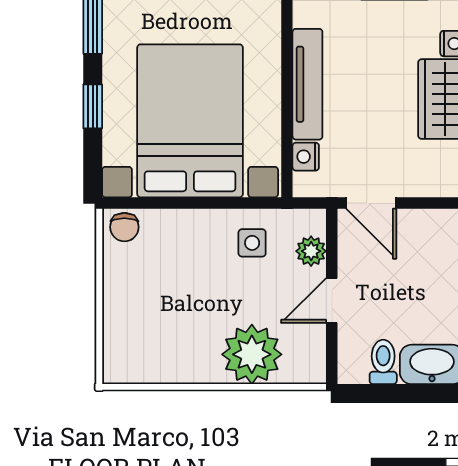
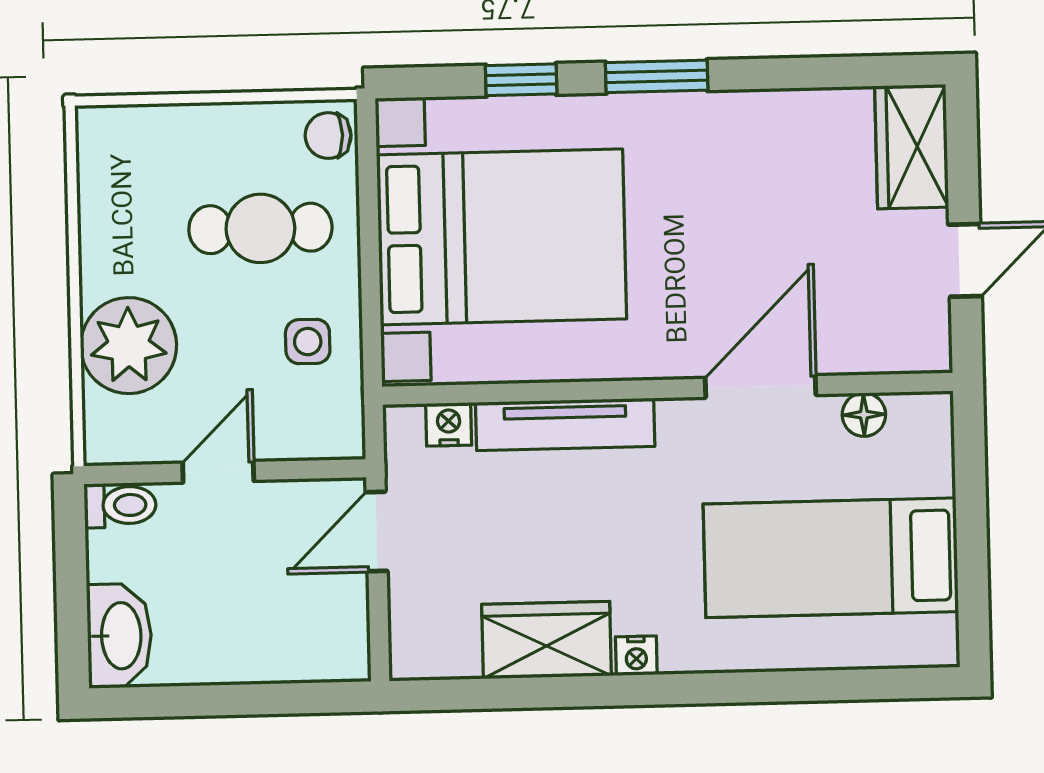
plant: (311, 251) -> (297, 437), removed
cafe table: (181, 271) -> (260, 228), added
door: (332, 300) -> (218, 472), hinge flipped
toilet: (383, 362) -> (120, 505), moved

